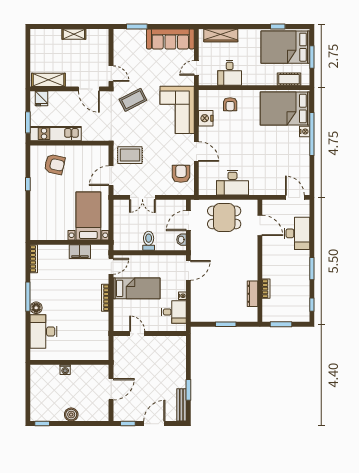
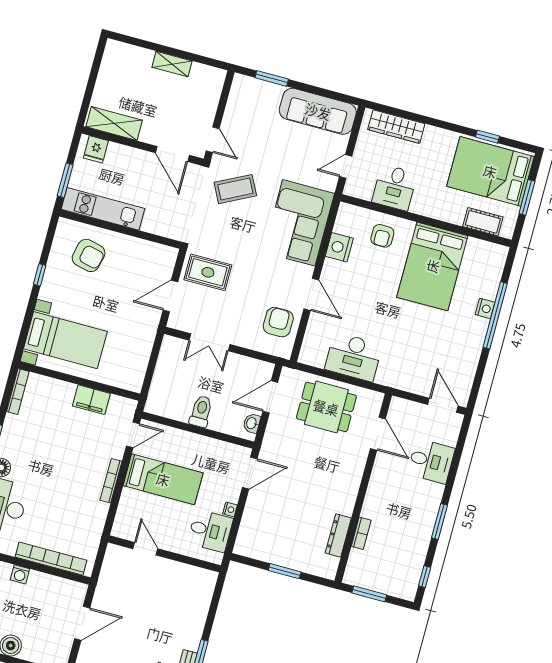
bed: (285, 109) -> (432, 266), moved, turned -90
bed with nightstands: (88, 216) -> (65, 340), moved, turned 90
desk: (297, 233) -> (431, 461), width x0.73
bookcase: (81, 355) -> (51, 559), added

